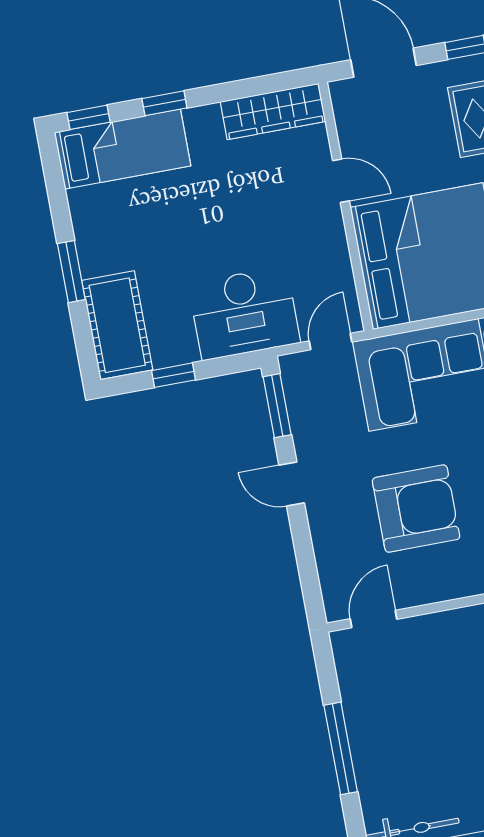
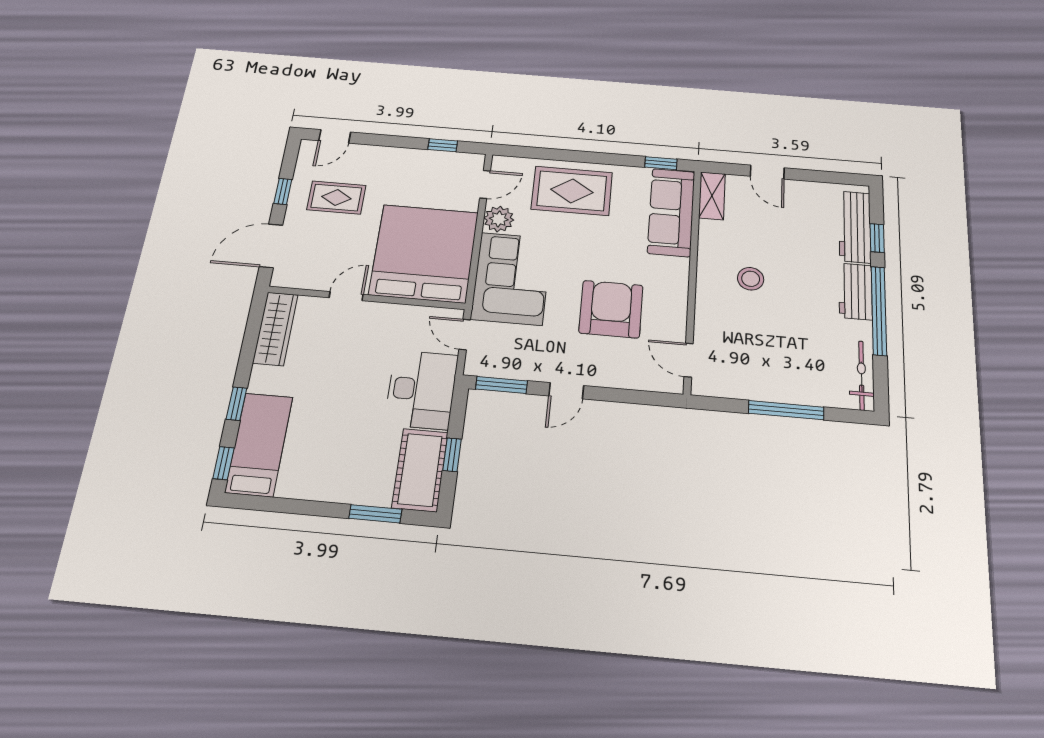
window: (71, 272) -> (375, 514), moved
cot: (117, 325) -> (420, 470), moved, turned 90

